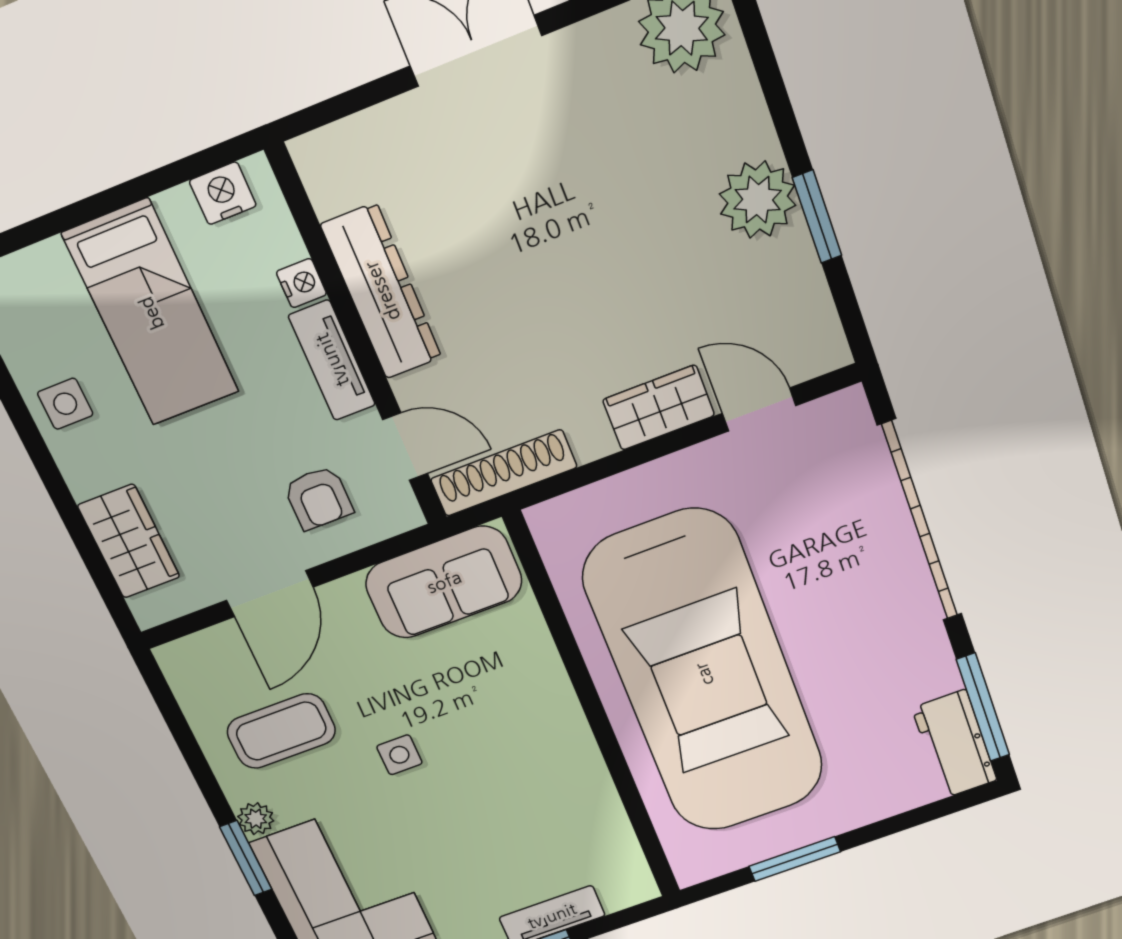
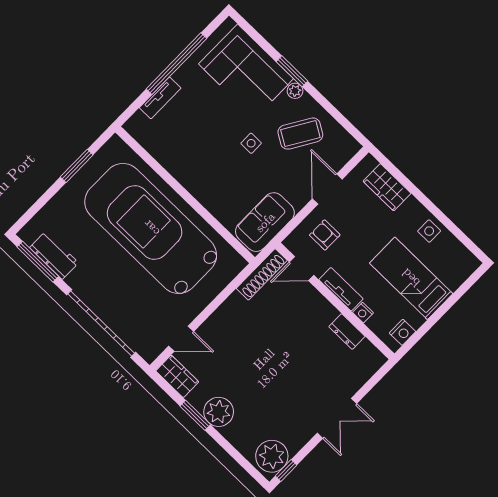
dresser: (382, 291) -> (347, 332), width x0.51, depth x0.80
wardrobe: (659, 408) -> (177, 376), moved, turned -90
coffee table: (281, 731) -> (300, 134), turned 31
workbench: (955, 744) -> (54, 255), moved

